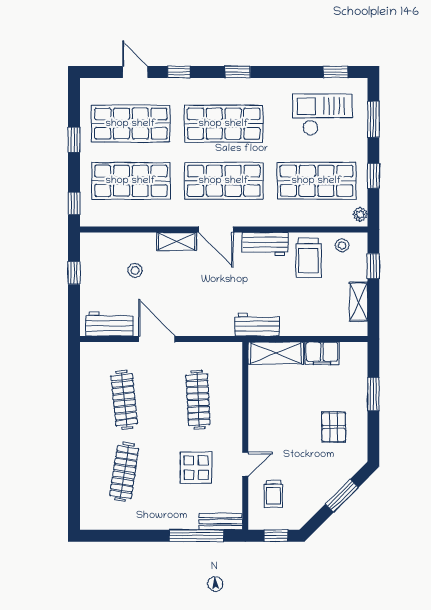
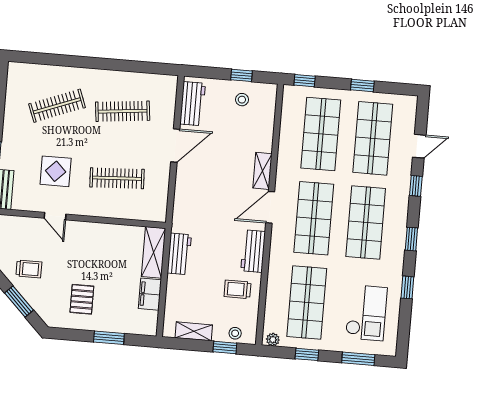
window: (336, 72) -> (407, 287), moved
stool: (342, 245) -> (235, 333), moved
trolley: (309, 258) -> (238, 289), width x0.73, depth x0.72
stool: (135, 270) -> (242, 100), moved
workbench: (257, 325) -> (179, 254), moved
pallet: (334, 427) -> (82, 299), turned 90
clothes rail: (124, 472) -> (57, 106), turned -30
trolley: (273, 494) -> (29, 269), moved, turned 180

